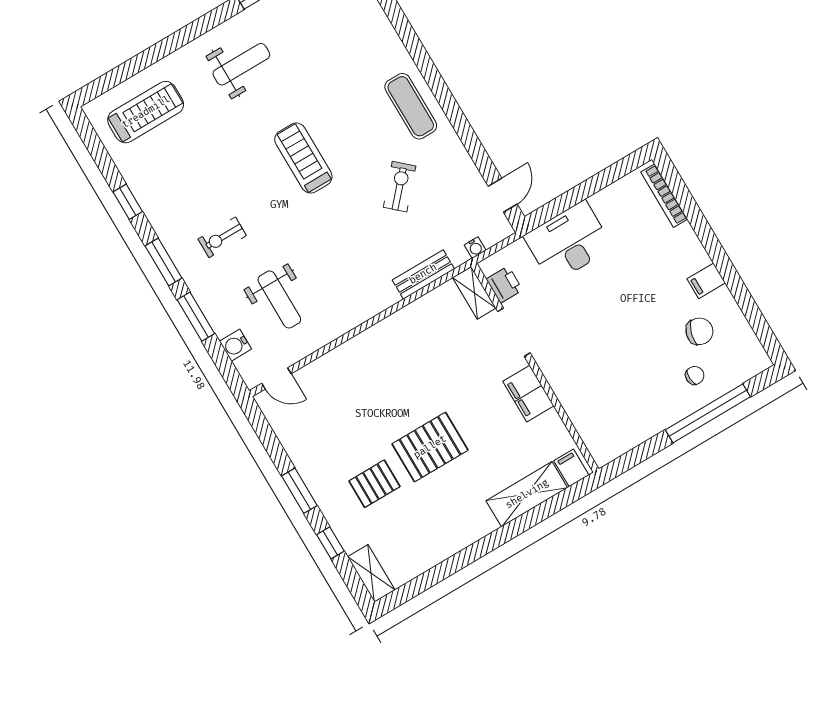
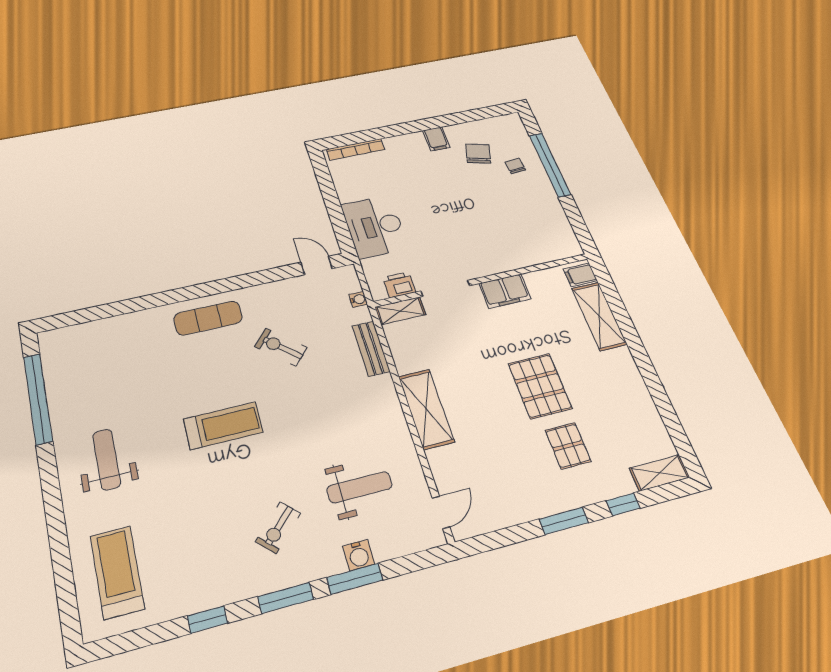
treadmill: (303, 158) -> (223, 426), turned 180
exercise bike: (222, 237) -> (278, 528), turned 45
shelving: (374, 343) -> (426, 409), added
water cooler: (235, 345) -> (359, 555), moved

